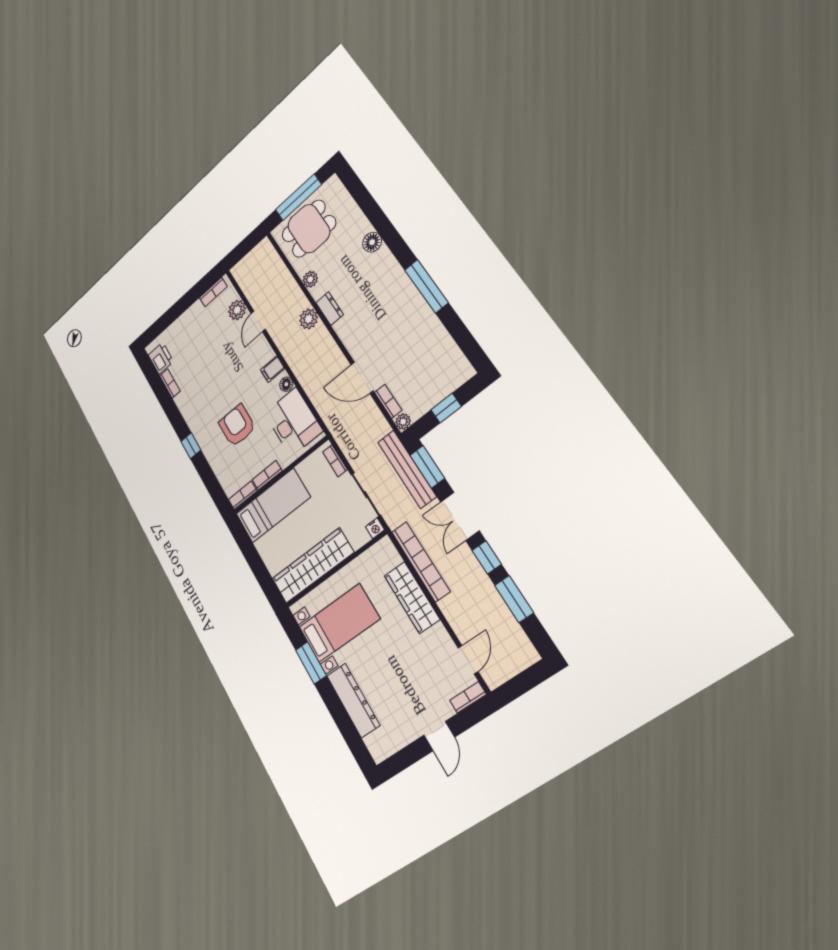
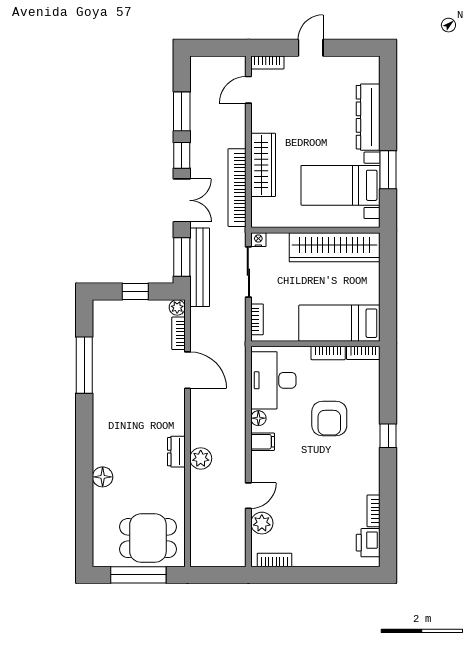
plant: (310, 279) -> (176, 492), removed
window: (426, 286) -> (84, 365), moved

